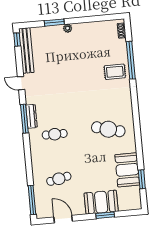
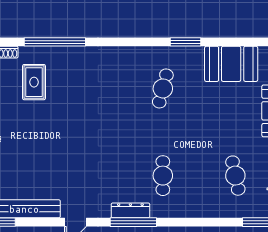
rug: (115, 72) -> (34, 82), moved
cafe table: (108, 129) -> (163, 88), width x0.73, depth x0.74
window: (142, 179) -> (186, 42), moved

